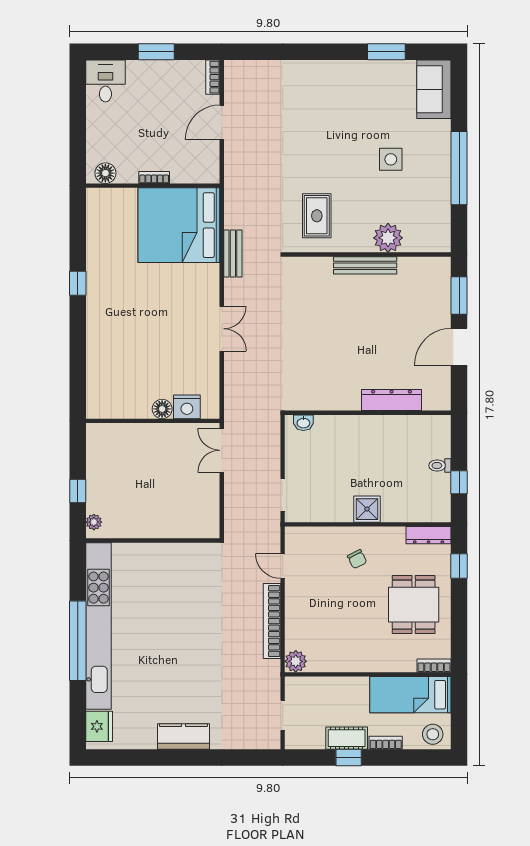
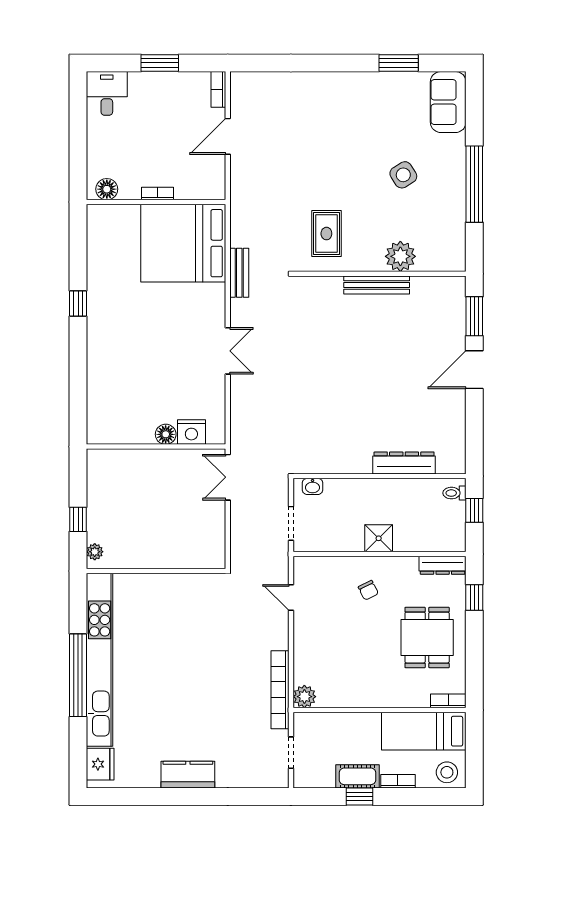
side table: (391, 159) -> (403, 175), turned -32
dresser: (391, 400) -> (404, 463), moved
wall: (368, 413) -> (379, 476), moved
washbasin: (303, 423) -> (313, 486), moved
bookcase: (272, 621) -> (280, 690), moved

